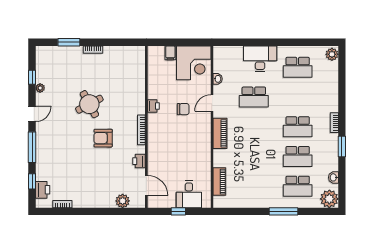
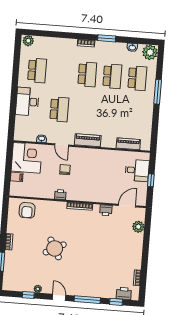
armchair: (103, 138) -> (27, 210), moved

